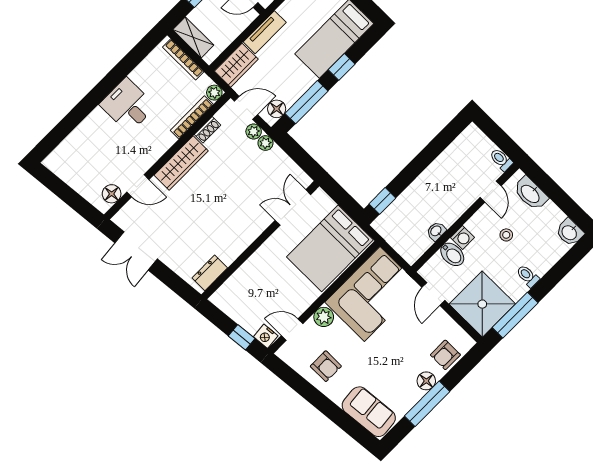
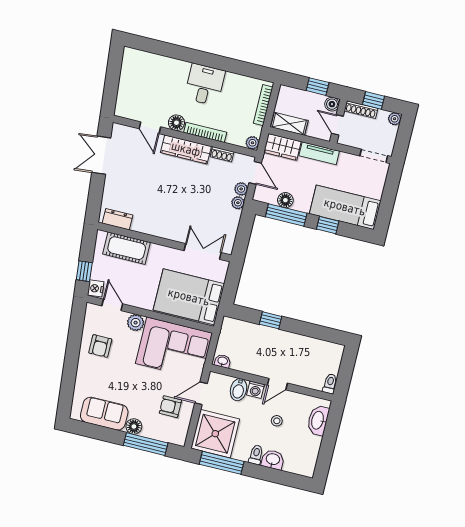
shelving: (193, 37) -> (289, 124), moved, turned 90
floor lamp: (277, 109) -> (285, 200), moved
bookcase: (192, 117) -> (205, 132), moved
door: (491, 192) -> (277, 384), moved
floor lamp: (112, 194) -> (176, 123), moved
window: (382, 201) -> (271, 320), moved
washbasin: (436, 231) -> (223, 361), moved
washbasin: (570, 232) -> (273, 460), moved, turned 90
cot: (244, 281) -> (127, 248), added
armchair: (445, 355) -> (170, 407), moved
window: (427, 404) -> (146, 444), moved
sofa: (369, 412) -> (104, 414), moved, turned -84

